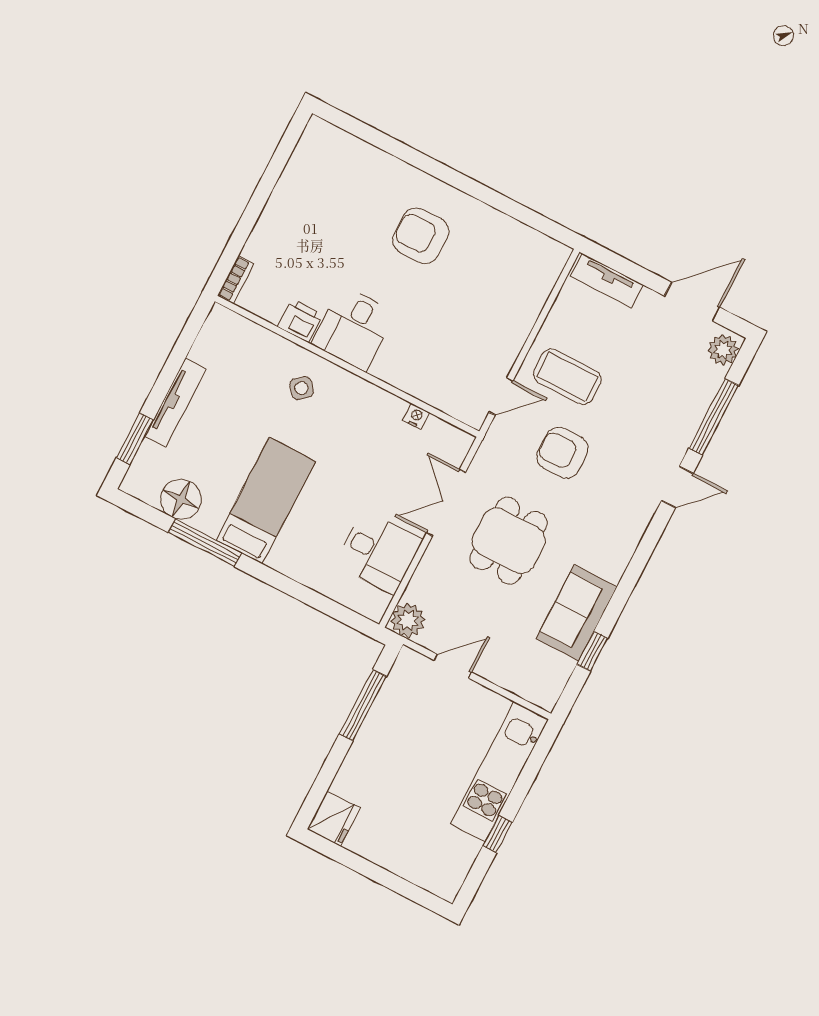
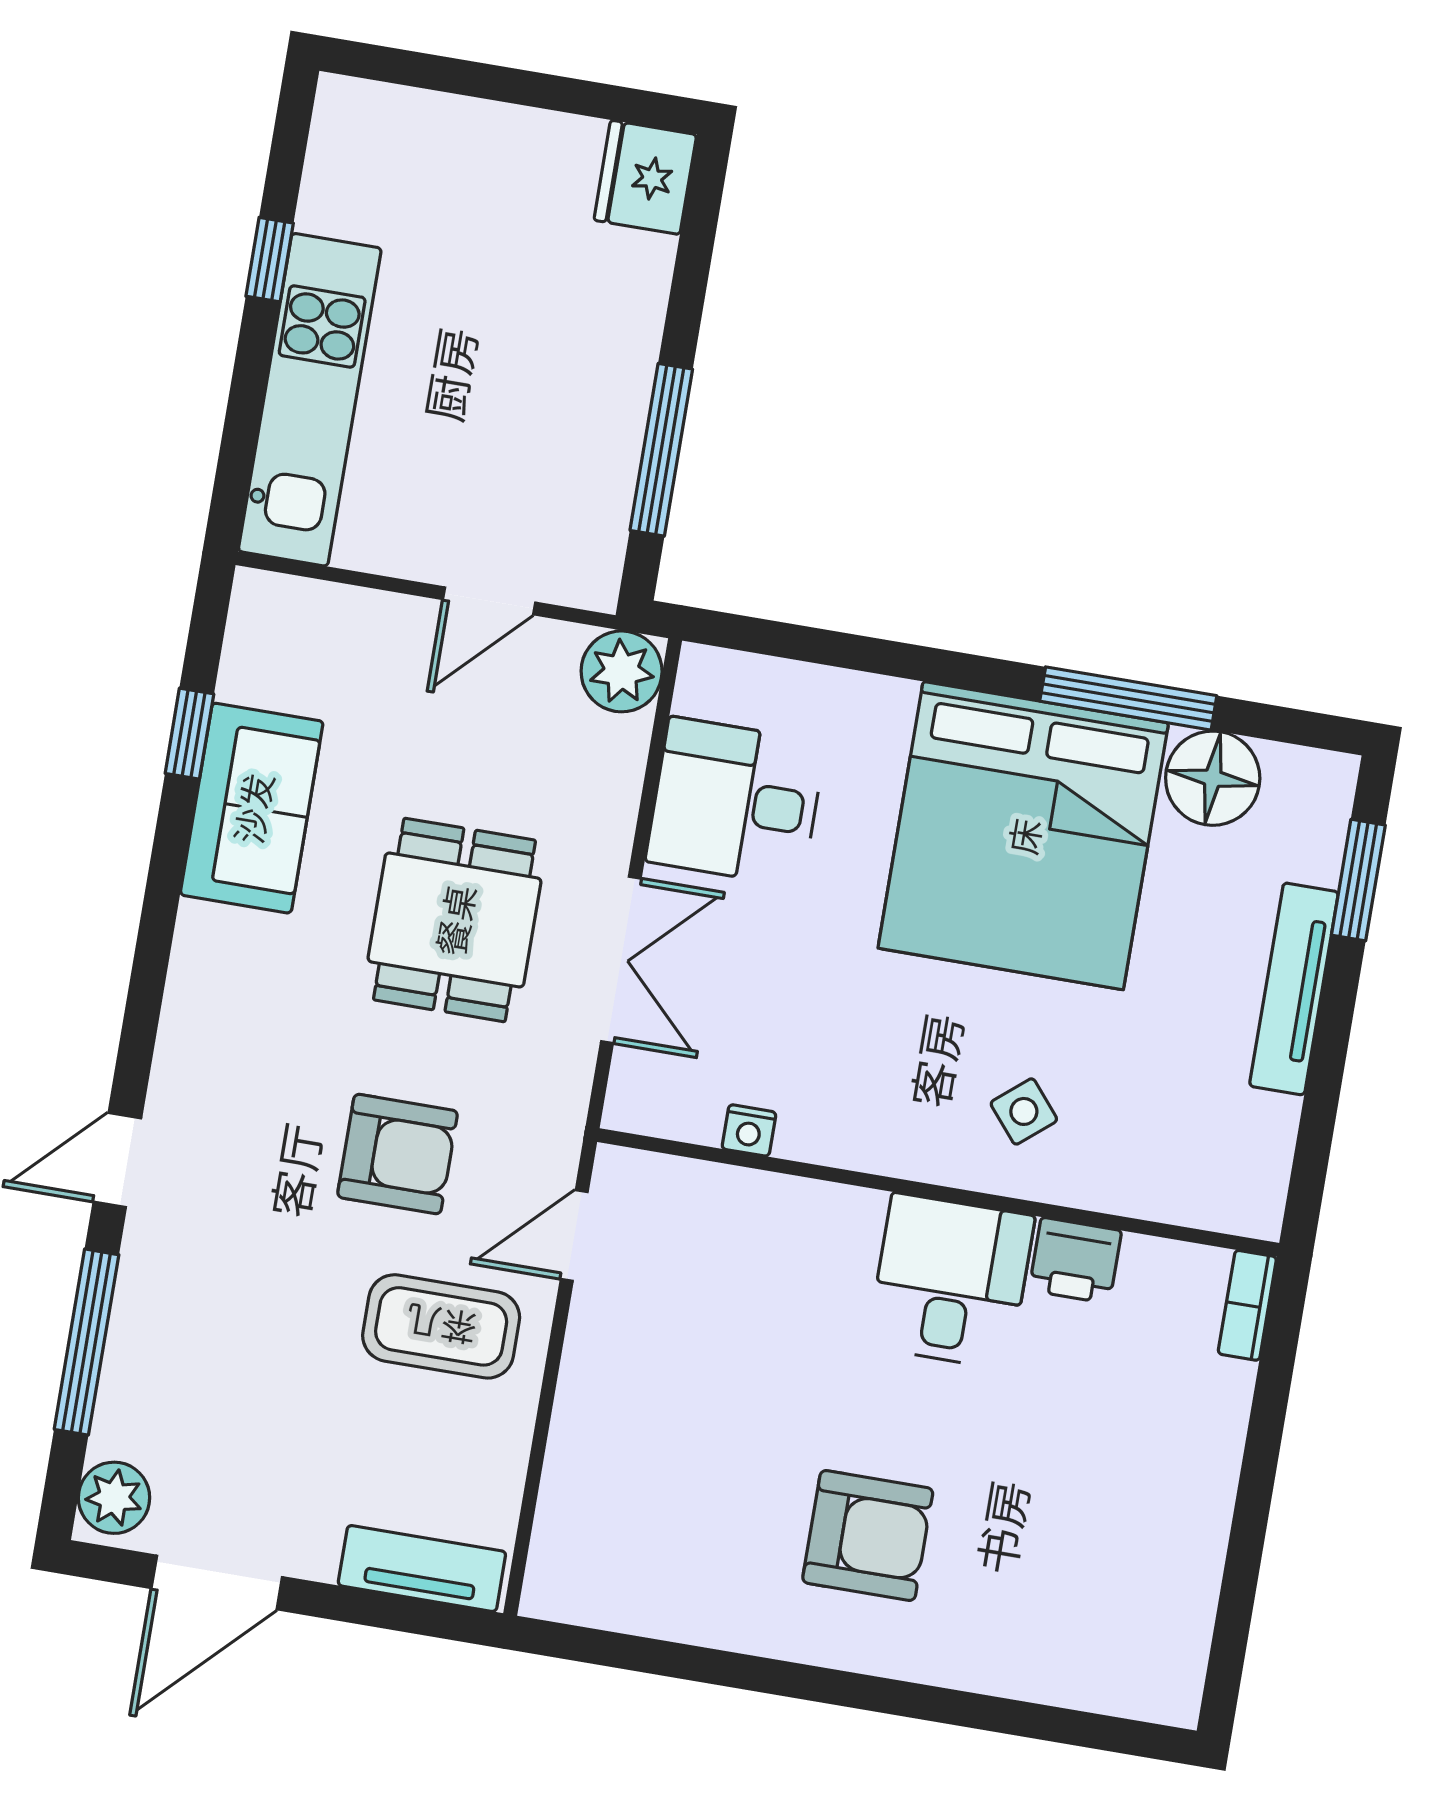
bed: (266, 501) -> (1023, 836), width x2.04

